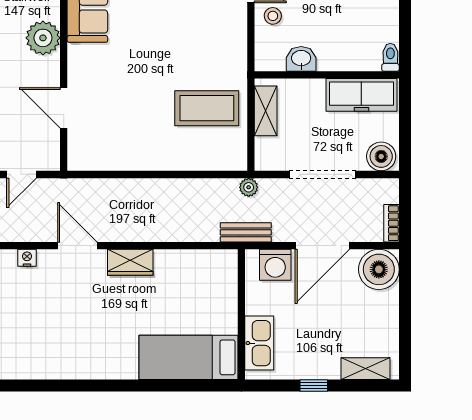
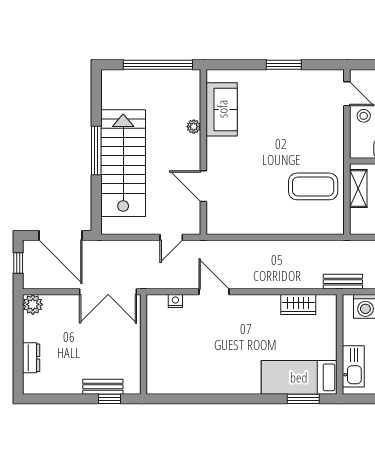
plant: (43, 38) -> (194, 127), width x0.53, depth x0.53
plant: (249, 187) -> (345, 247), removed
wardrobe: (130, 262) -> (298, 305), moved
window: (194, 385) -> (303, 399), added

